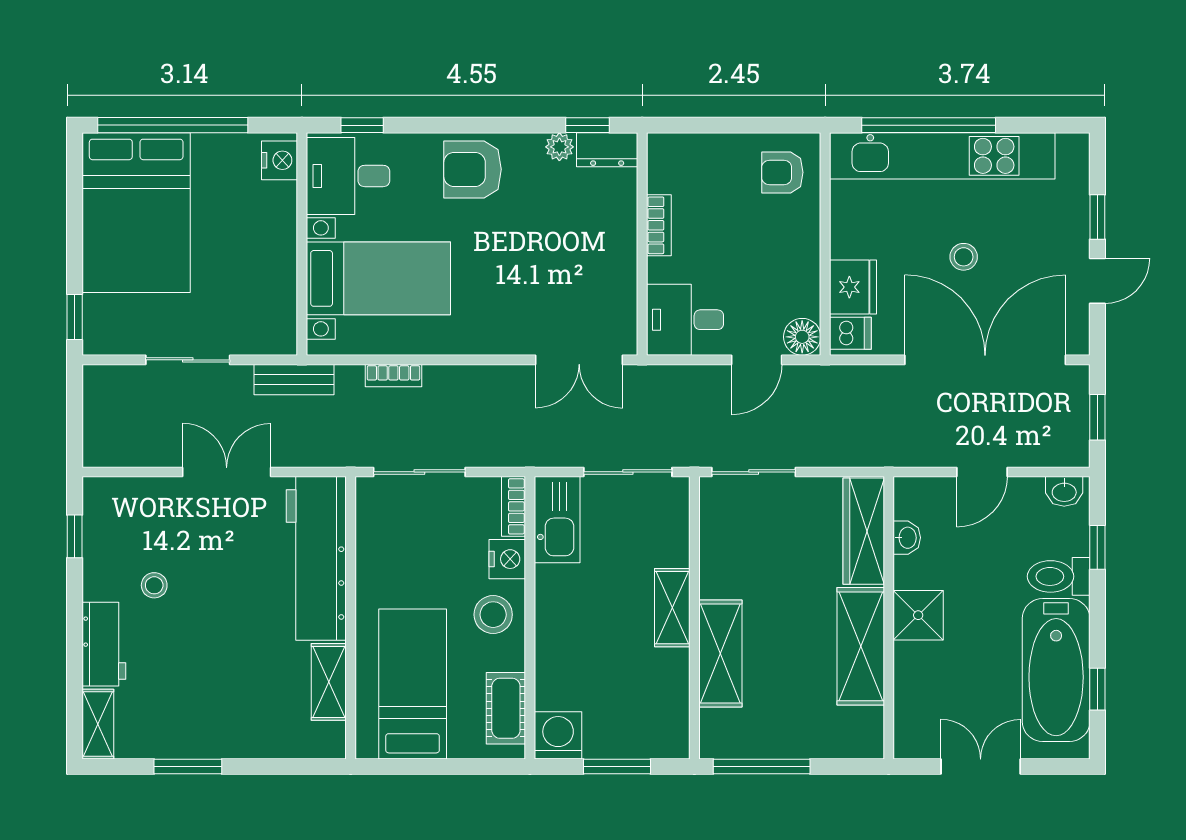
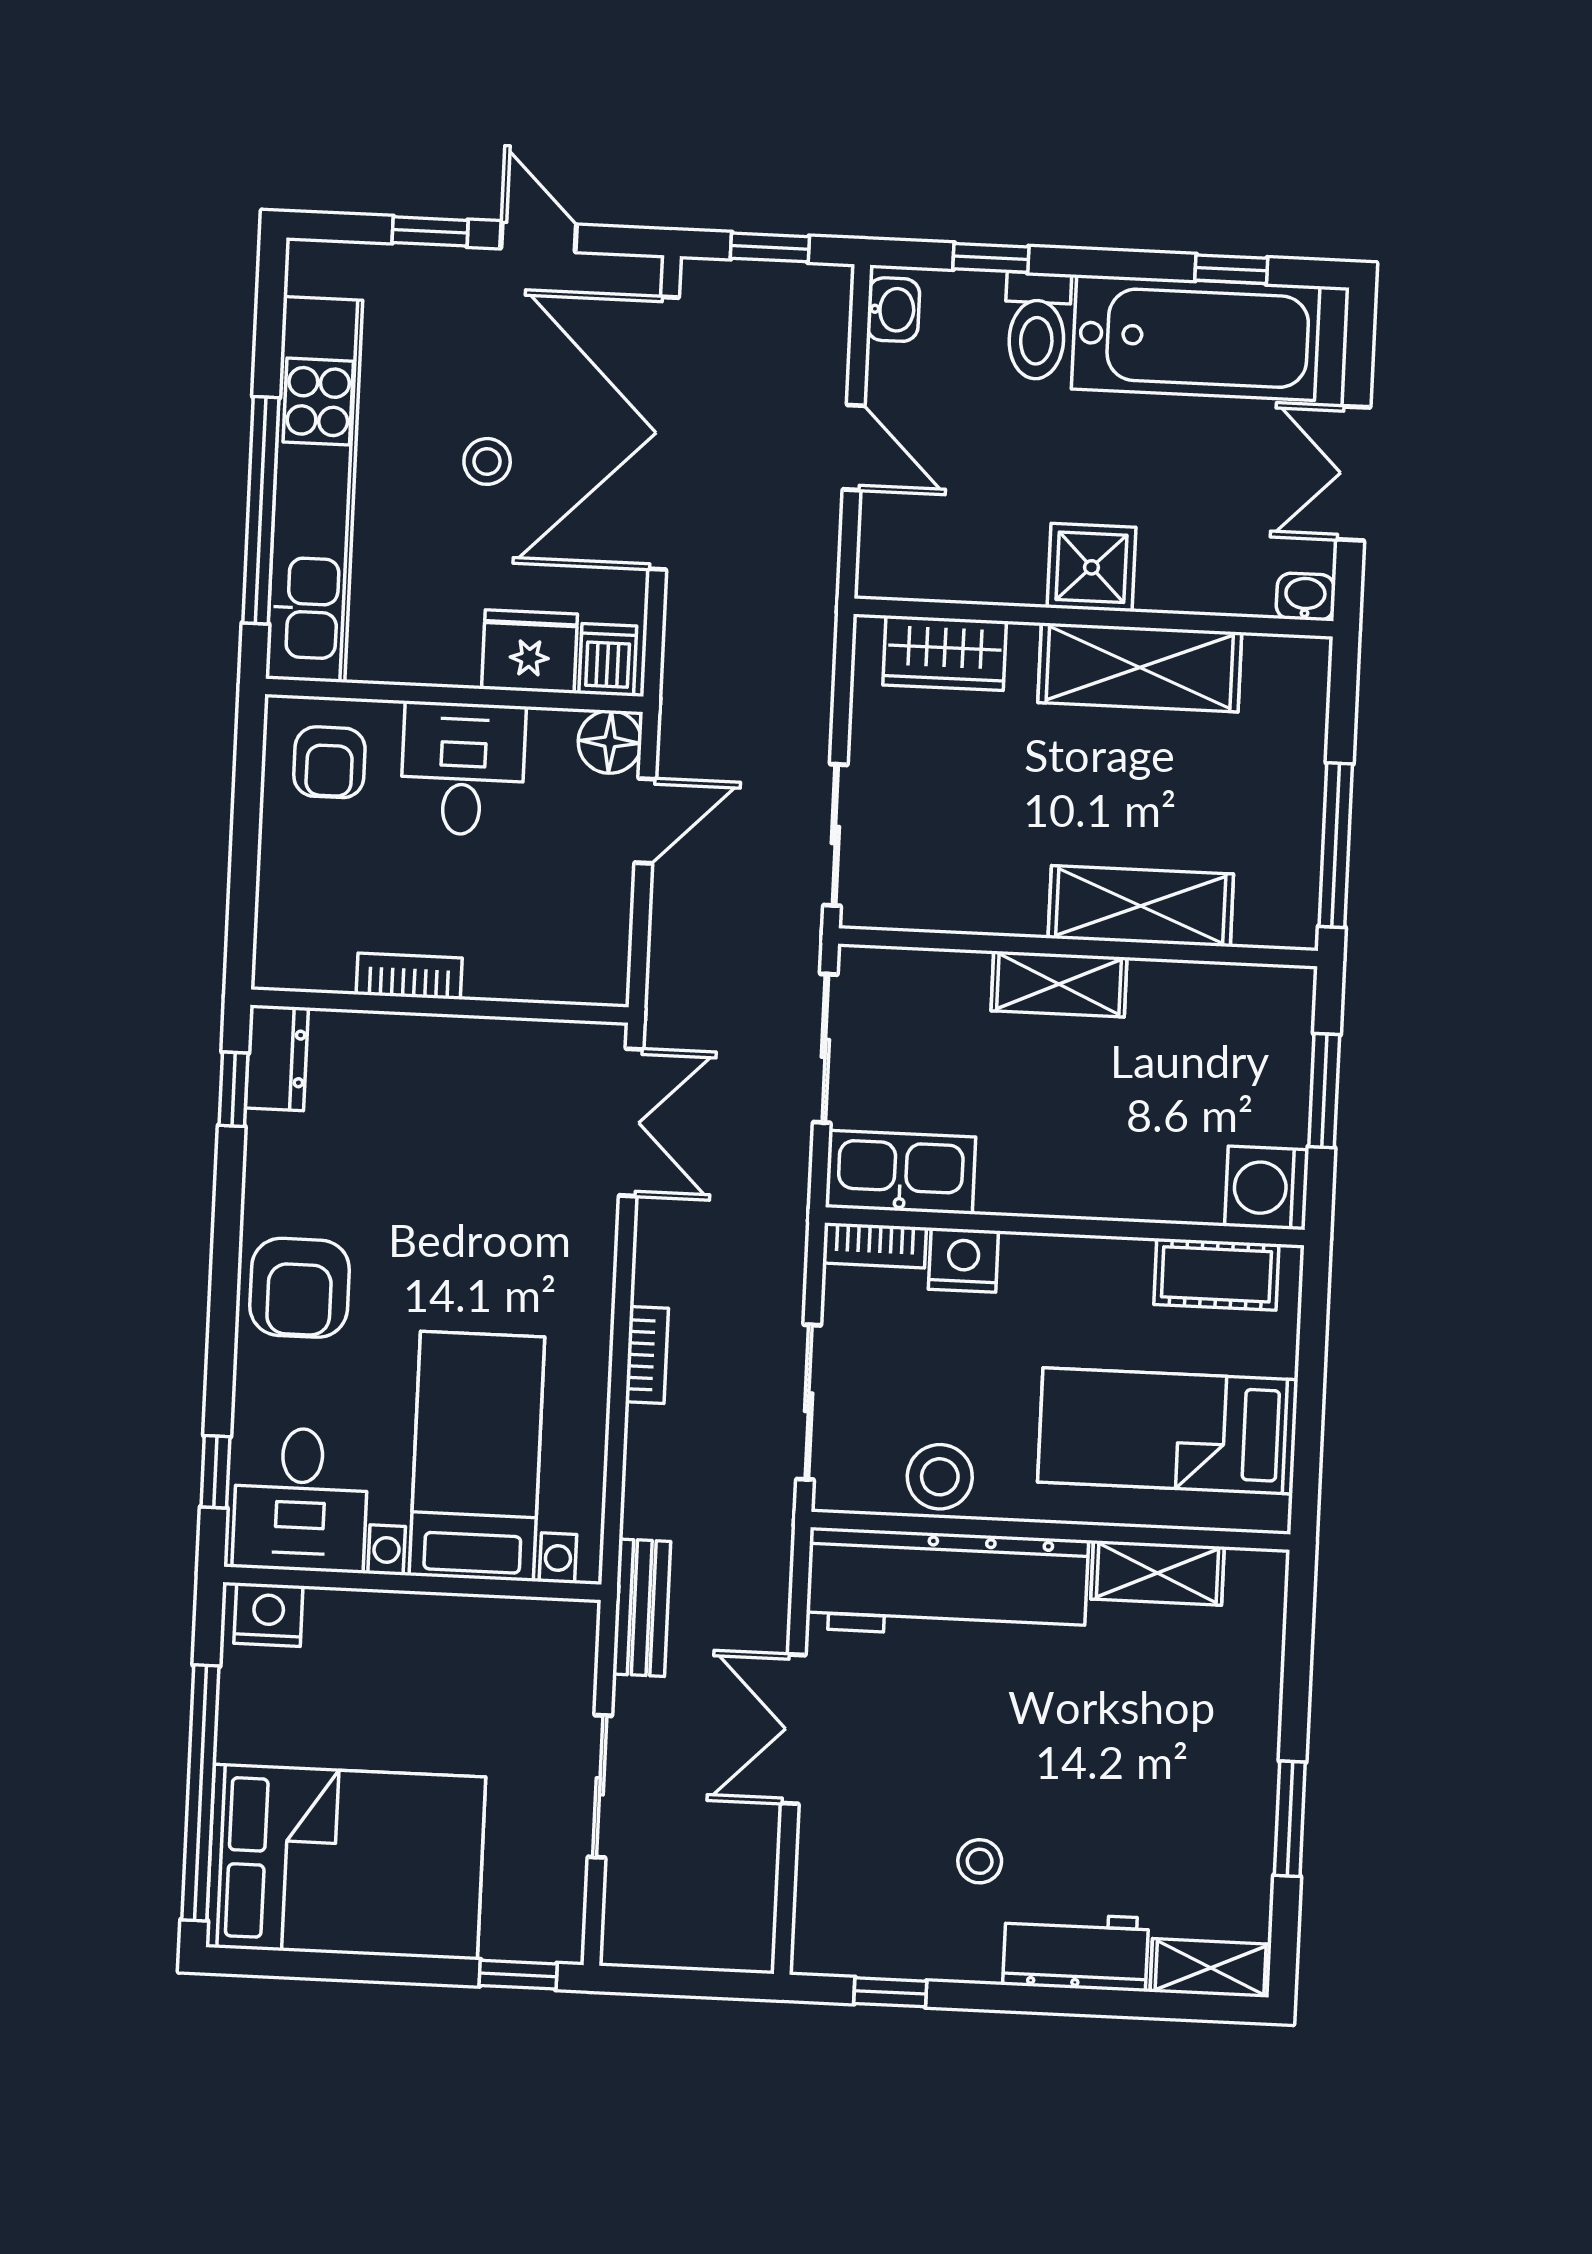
plant: (559, 147) -> (268, 1138), removed
desk: (685, 320) -> (463, 769), moved, turned 180
door: (757, 360) -> (645, 821), hinge flipped
bookcase: (393, 376) -> (647, 1355), moved
wardrobe: (864, 531) -> (945, 653), width x0.67
washbasin: (907, 538) -> (1305, 597), moved
stool: (493, 615) -> (940, 1477), moved

